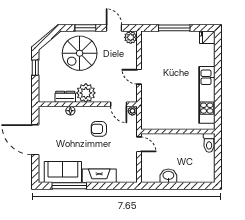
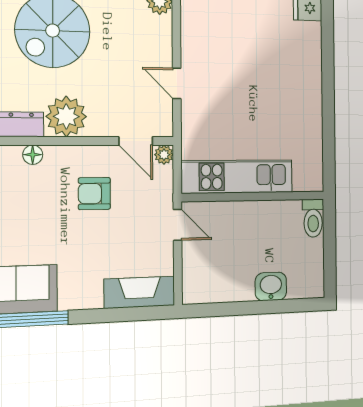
kitchen unit: (207, 95) -> (237, 177), moved, turned 90
fireplace: (99, 176) -> (139, 292), moved
washbasin: (168, 176) -> (271, 286), moved

